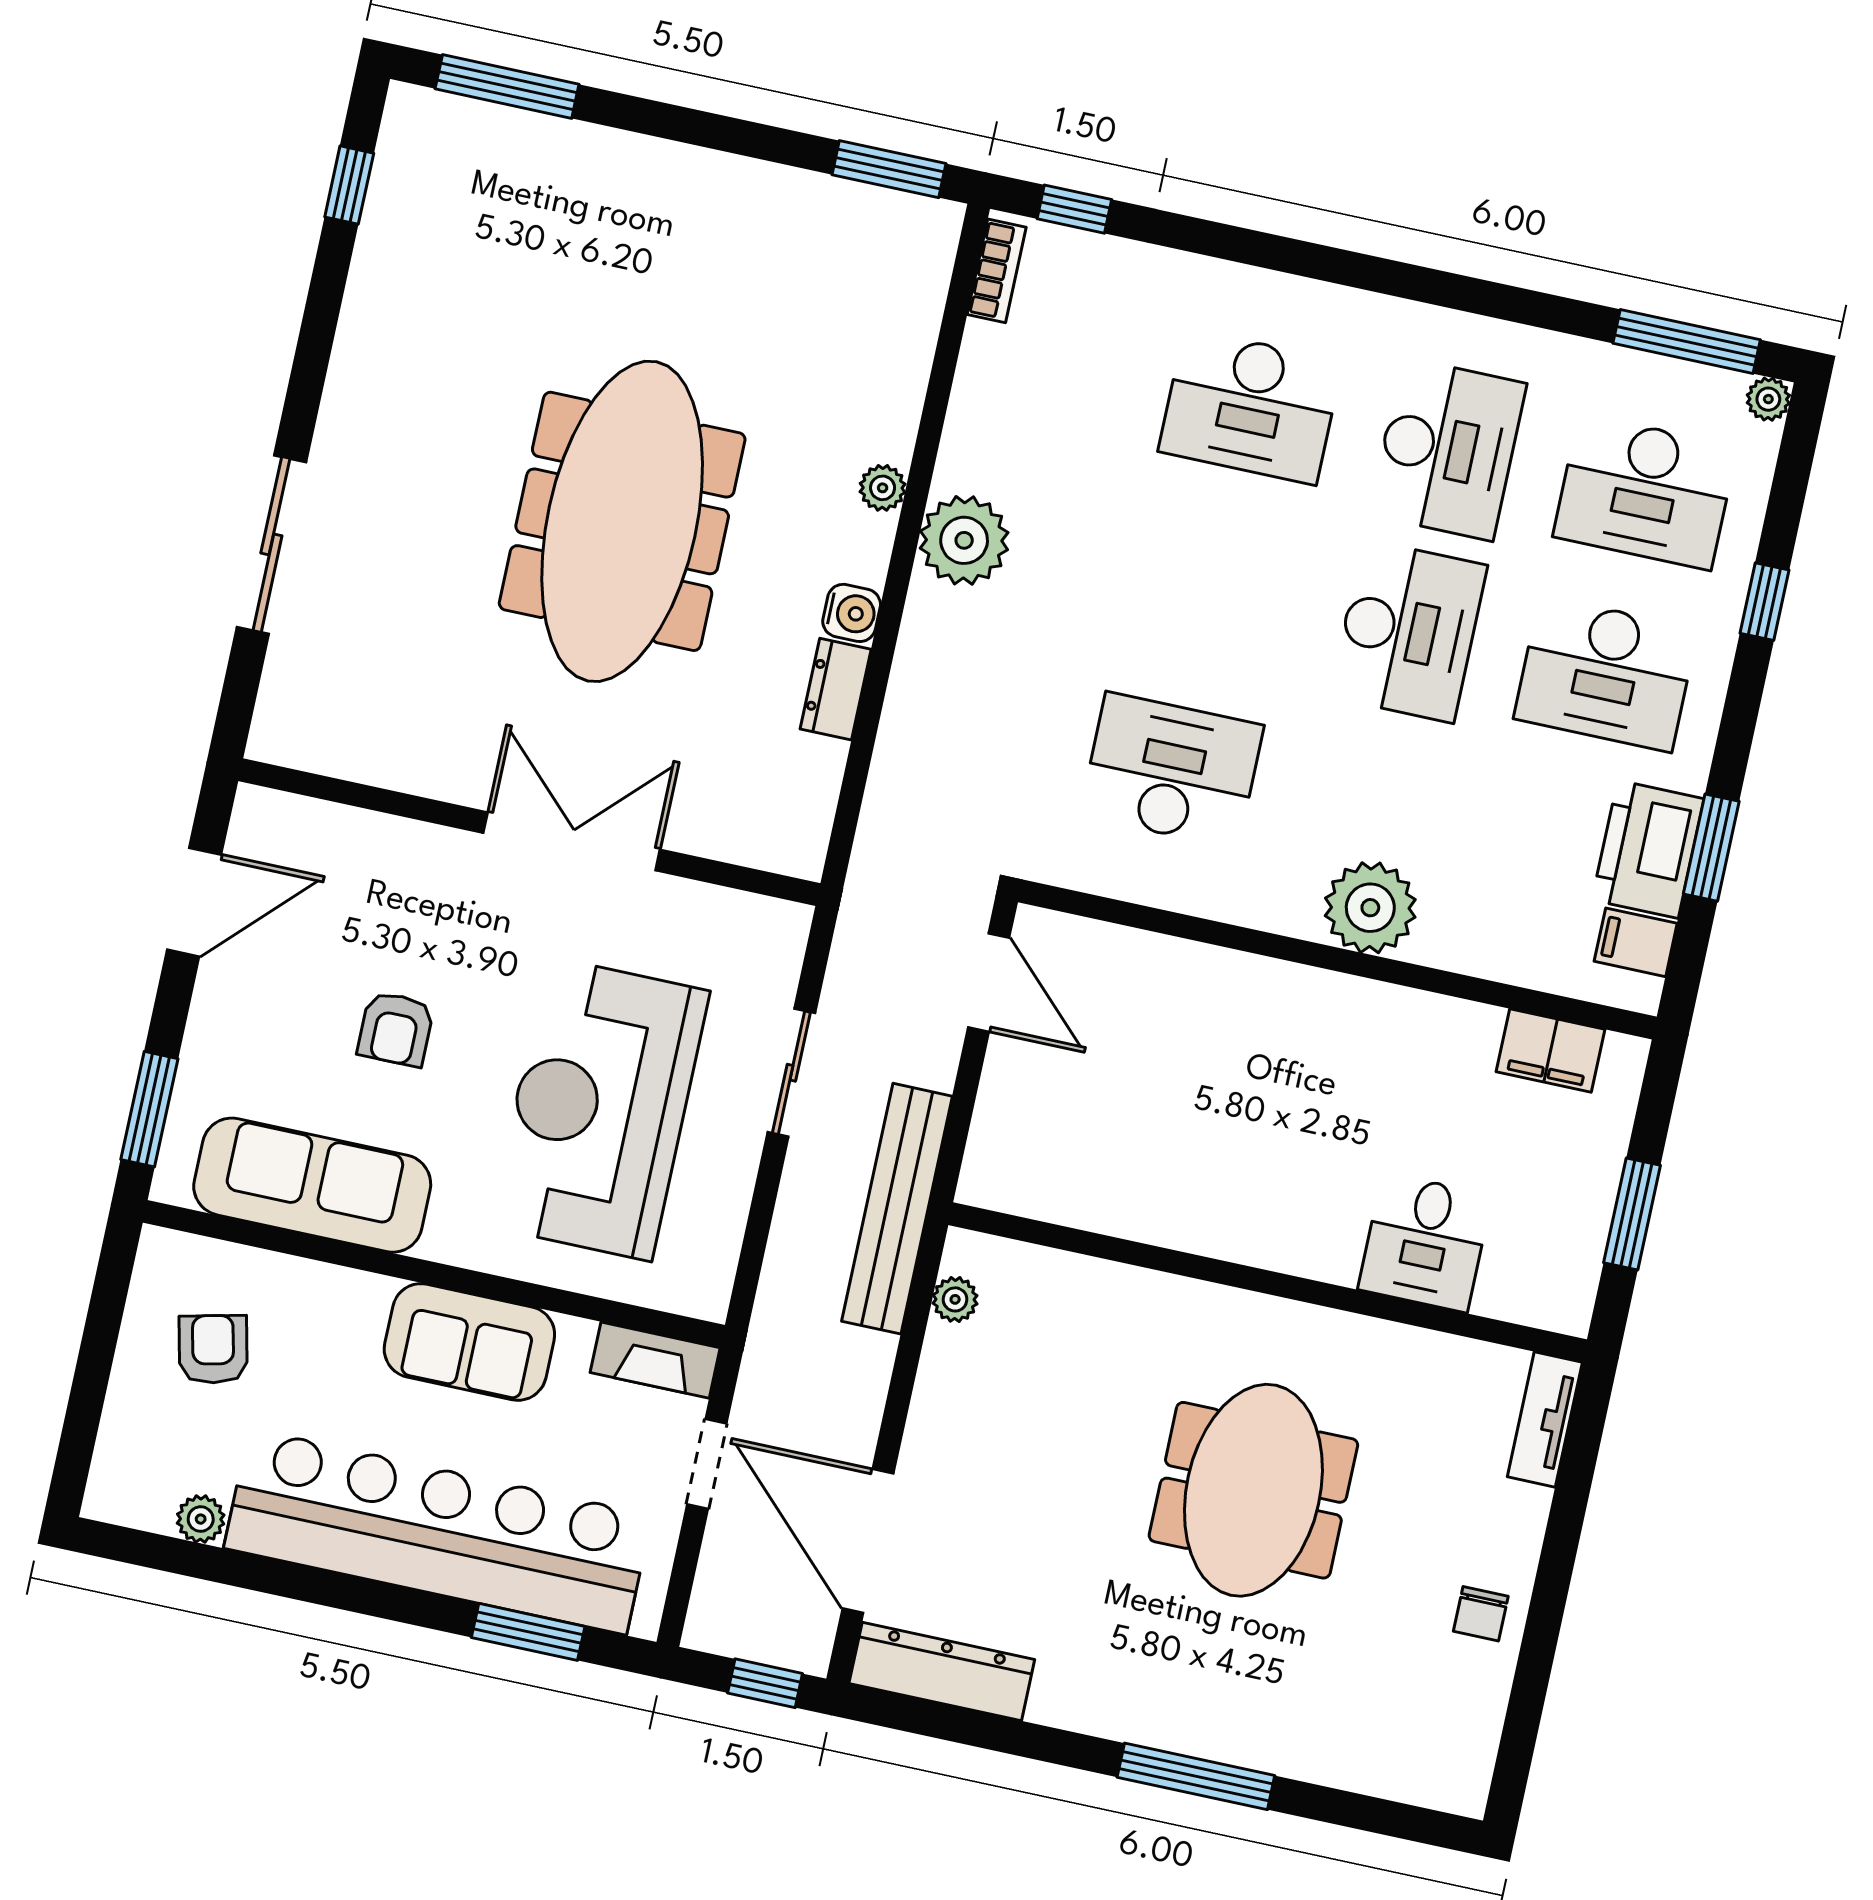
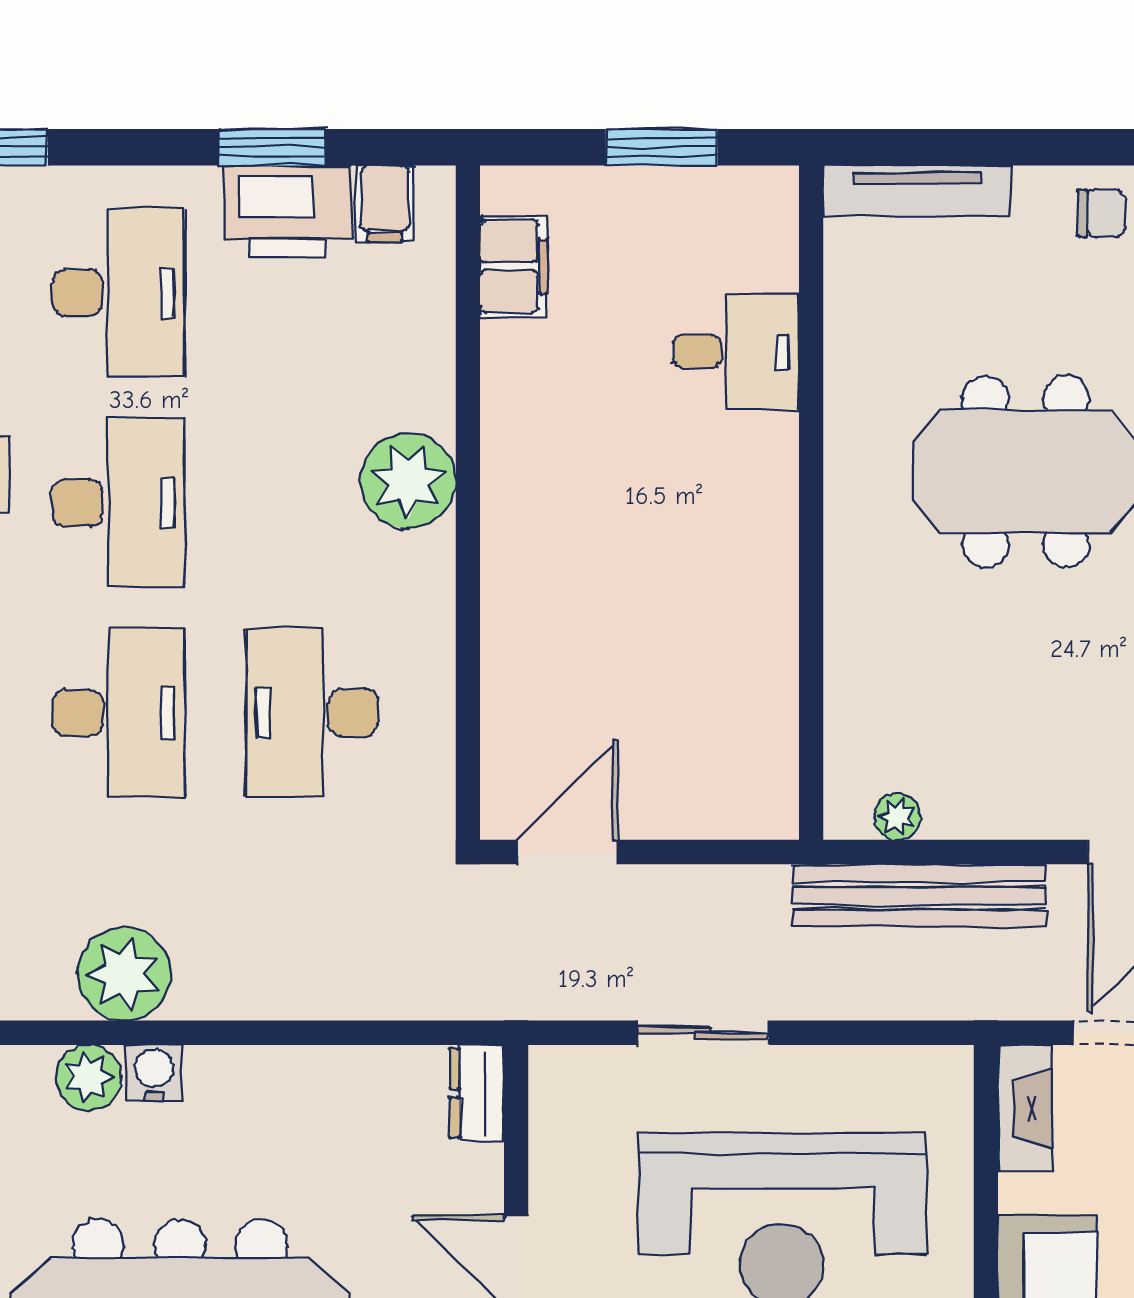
plant: (883, 488) -> (89, 1078), width x1.38, depth x1.38
desk: (1211, 588) -> (118, 713), added
water cooler: (852, 613) -> (154, 1073), moved
desk: (1408, 631) -> (118, 503), turned 90
dresser: (836, 689) -> (477, 1093), moved, turned 90
bench: (897, 1209) -> (919, 896), moved
tv unit: (1545, 1420) -> (917, 191), width x1.41

